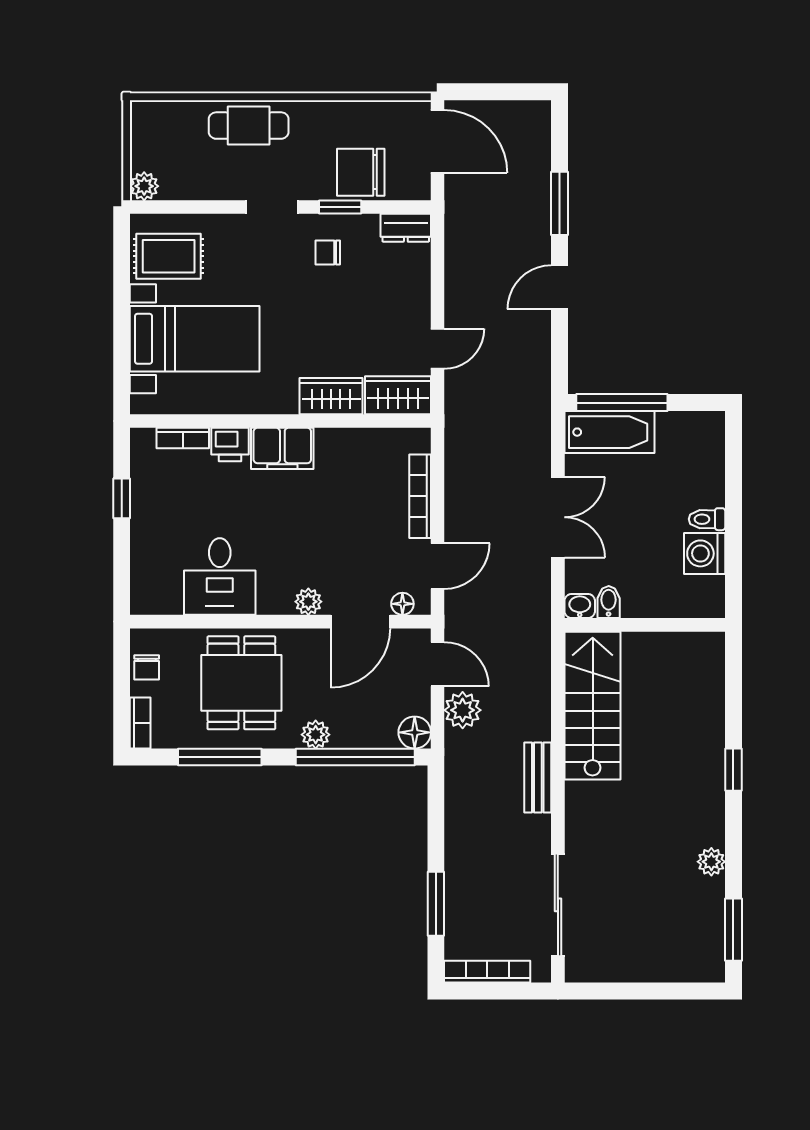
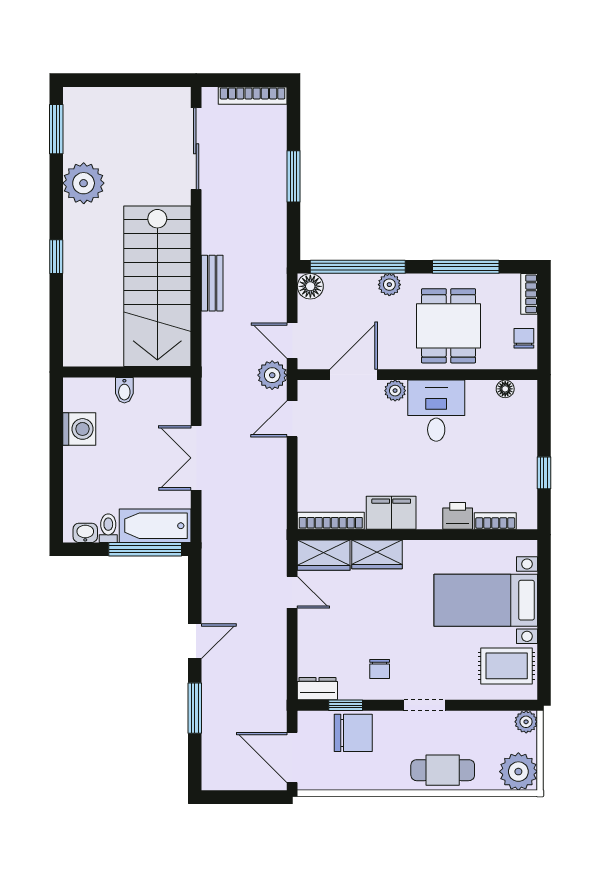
plant: (154, 124) -> (518, 772), added
window: (340, 207) -> (346, 705), moved
chair: (328, 252) -> (380, 669), turned 90
door: (438, 349) -> (292, 592), swing flipped
filing cabinet: (282, 448) -> (391, 513), moved
bookcase: (420, 496) -> (331, 521), moved, turned -90
toilet: (707, 519) -> (108, 528), moved, turned -90
desk: (220, 576) -> (436, 411), moved
bidet: (609, 602) -> (124, 390), moved
floor lamp: (402, 604) -> (505, 389), moved
washbasin: (580, 606) -> (85, 533), moved, turned 180
stairs: (593, 706) -> (157, 286), width x1.36, depth x1.51
plant: (463, 710) -> (272, 375), moved
bench: (538, 778) -> (212, 283), moved
plant: (711, 862) -> (84, 183), width x1.87, depth x1.87
window: (436, 904) -> (293, 176), moved

